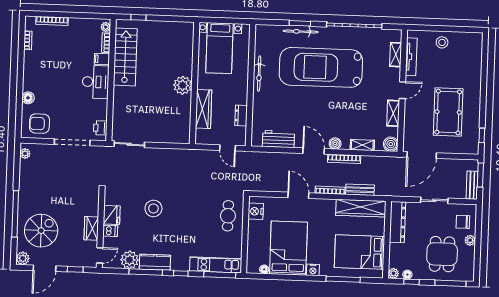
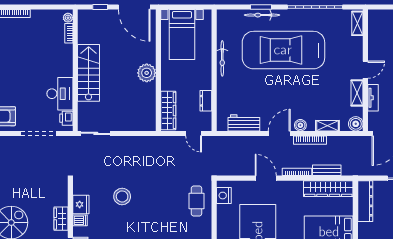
door: (173, 19) -> (134, 7), added
shelving: (396, 55) -> (357, 23), moved
stairs: (125, 57) -> (89, 73), moved
tv unit: (411, 57) -> (373, 98), moved, width x0.71
filing cabinet: (102, 59) -> (65, 50), removed
desk: (96, 82) -> (60, 94), moved
wardrobe: (204, 109) -> (168, 110), moved
door: (314, 151) -> (279, 133), hinge flipped

